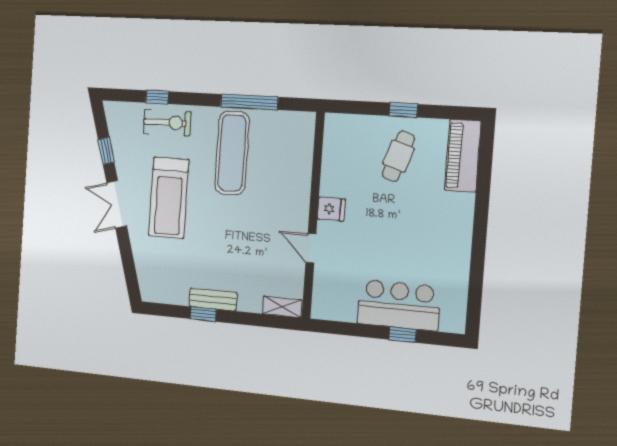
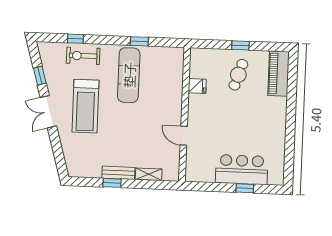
window: (249, 102) -> (139, 41), width x0.46
exercise bike: (167, 123) -> (83, 56), turned 180
fridge: (331, 209) -> (197, 86), moved
shelving: (282, 307) -> (149, 174), moved

